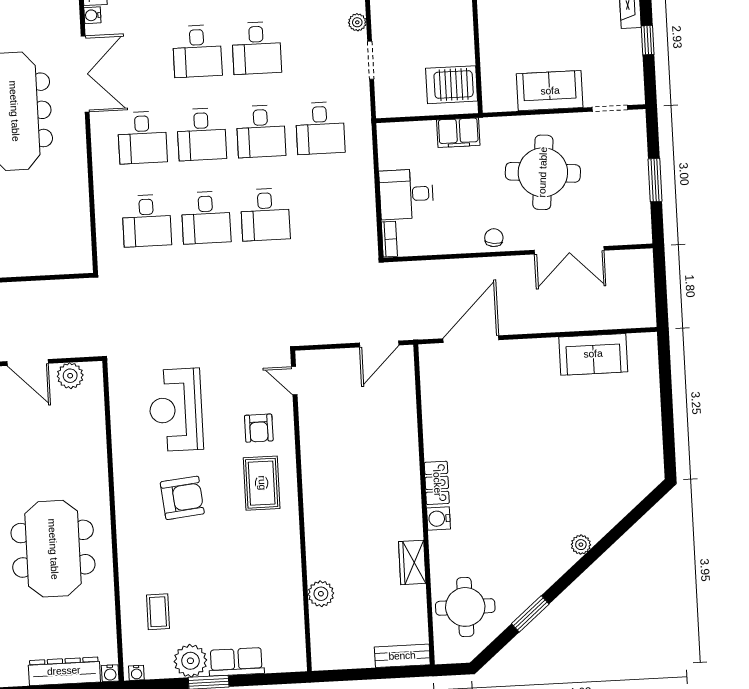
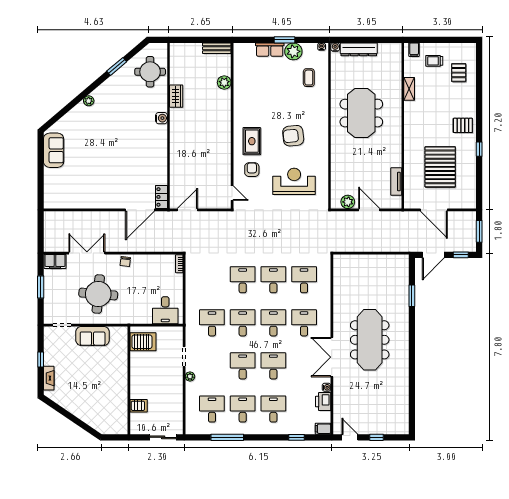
filing cabinet: (458, 133) -> (55, 261), moved, turned 180
desk: (406, 194) -> (165, 310), moved, turned 90
sofa: (593, 354) -> (54, 150), moved, turned 90
reception desk: (176, 410) -> (294, 181), turned -90
locker: (437, 483) -> (161, 197), moved
bench: (402, 656) -> (217, 48), moved

